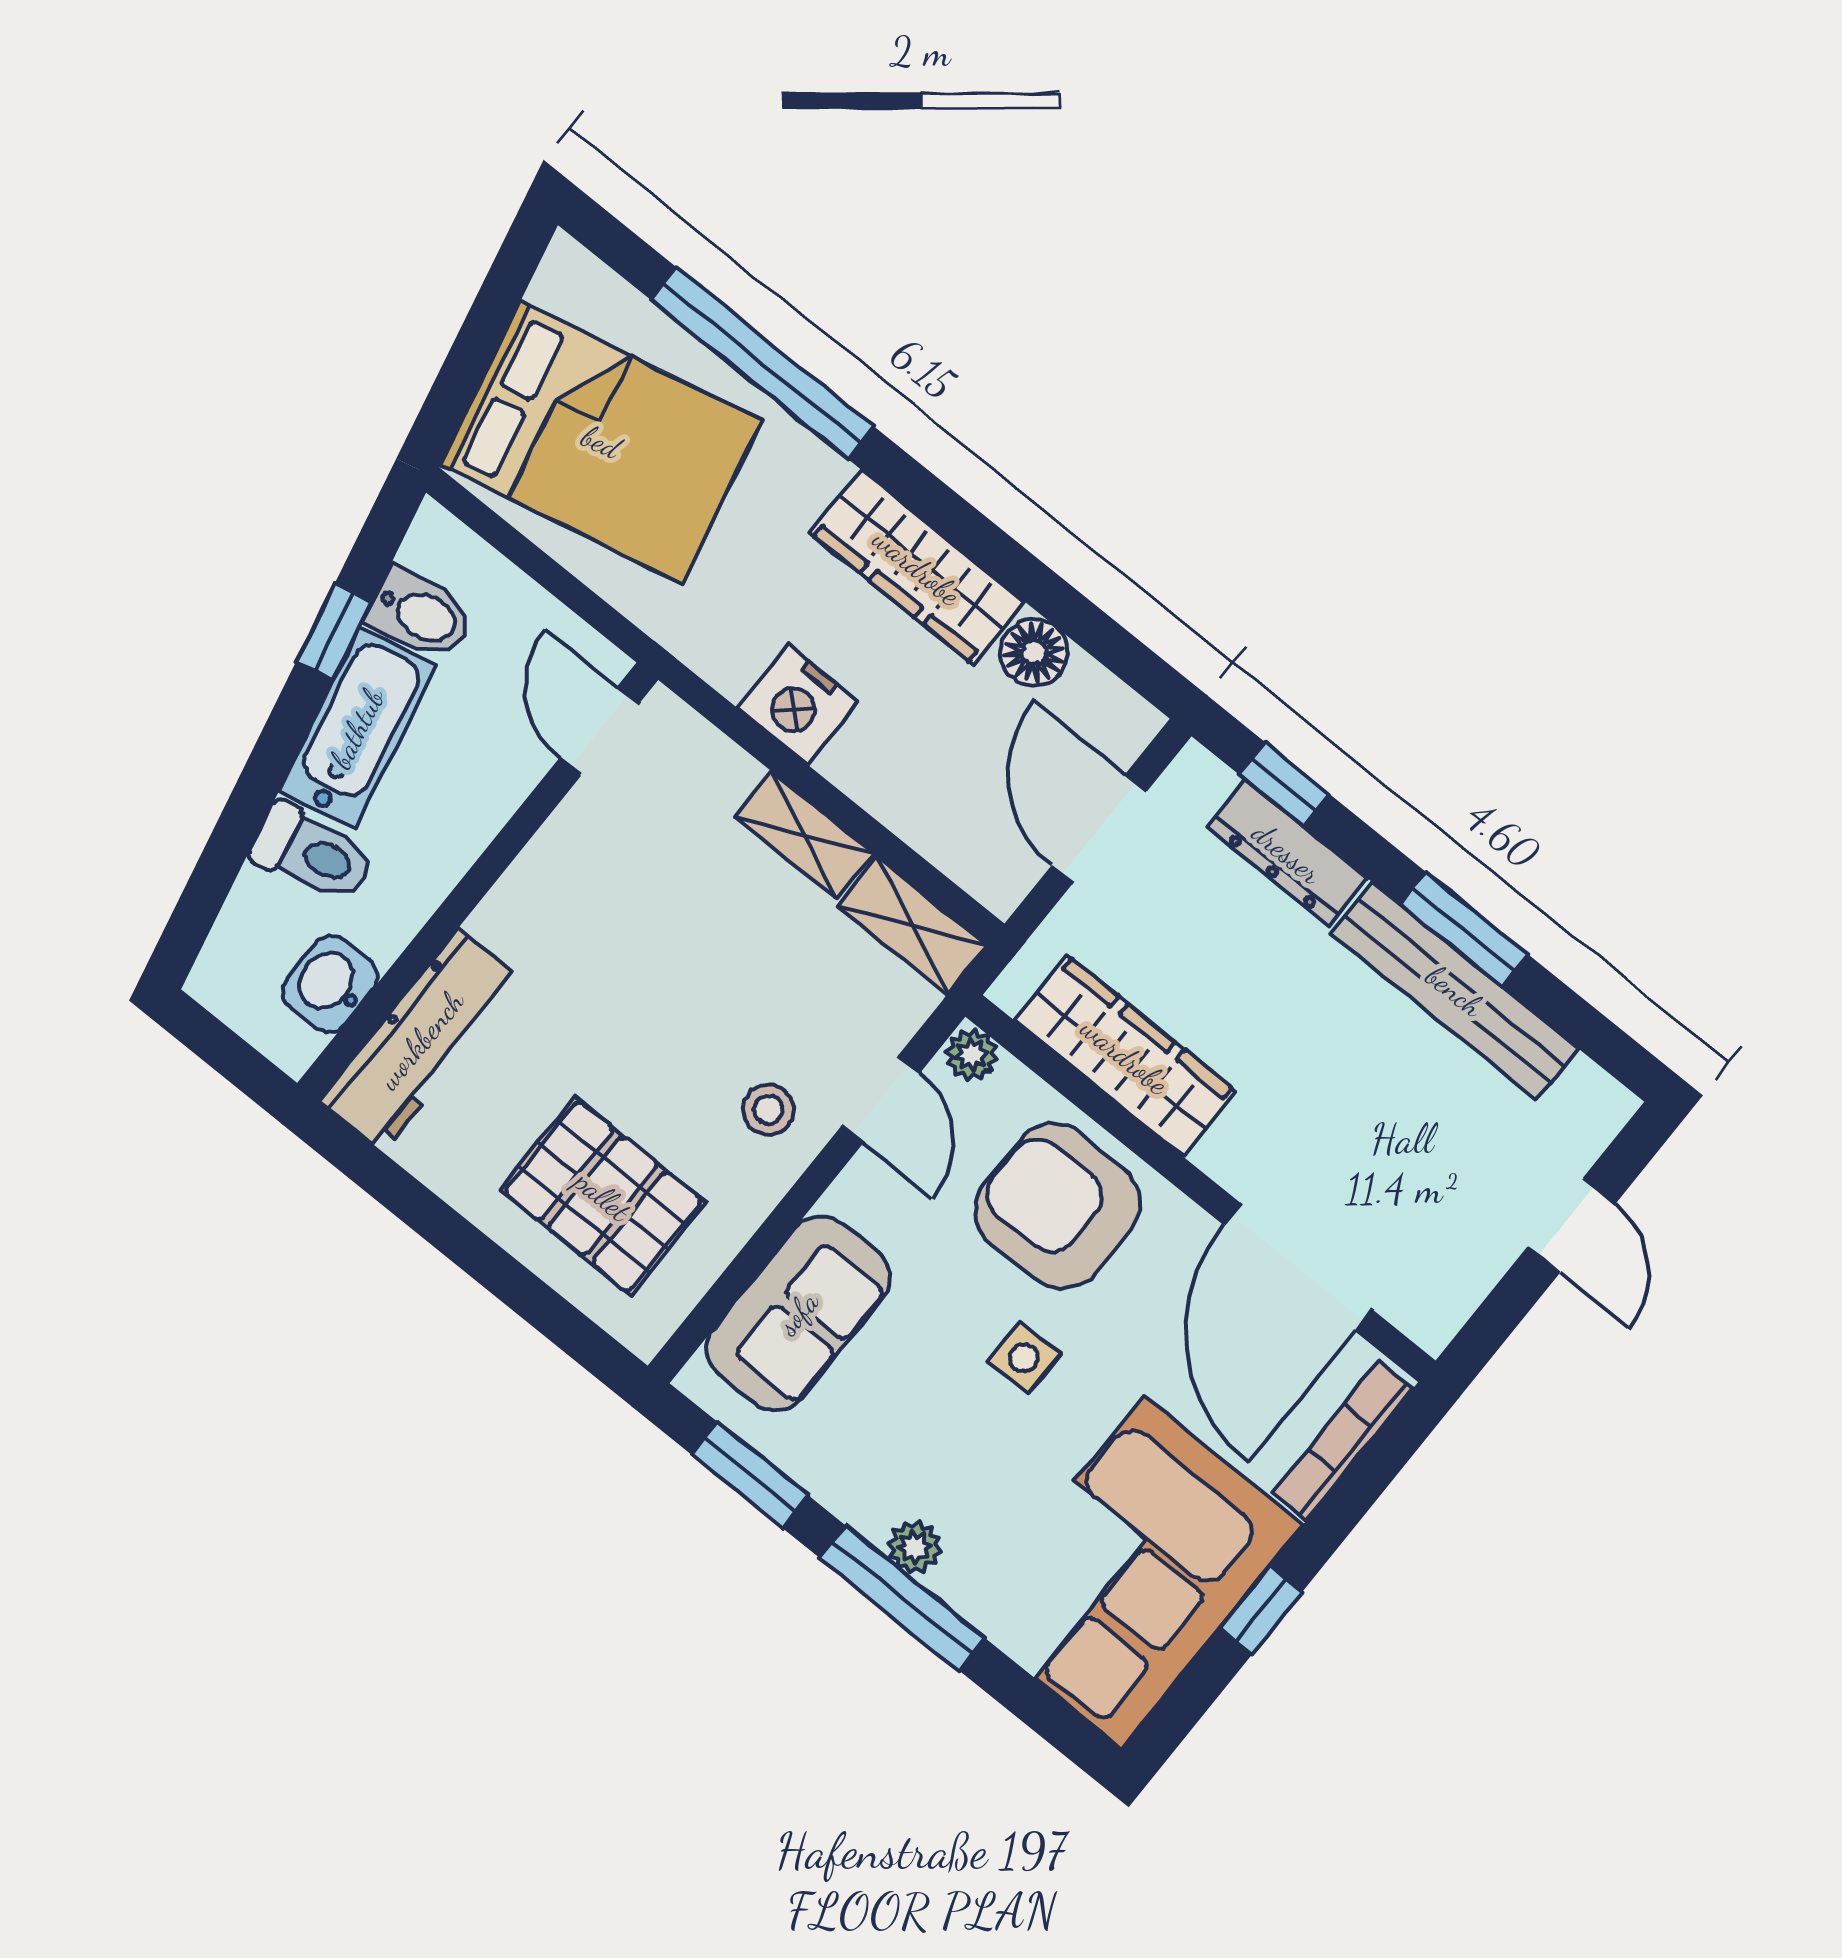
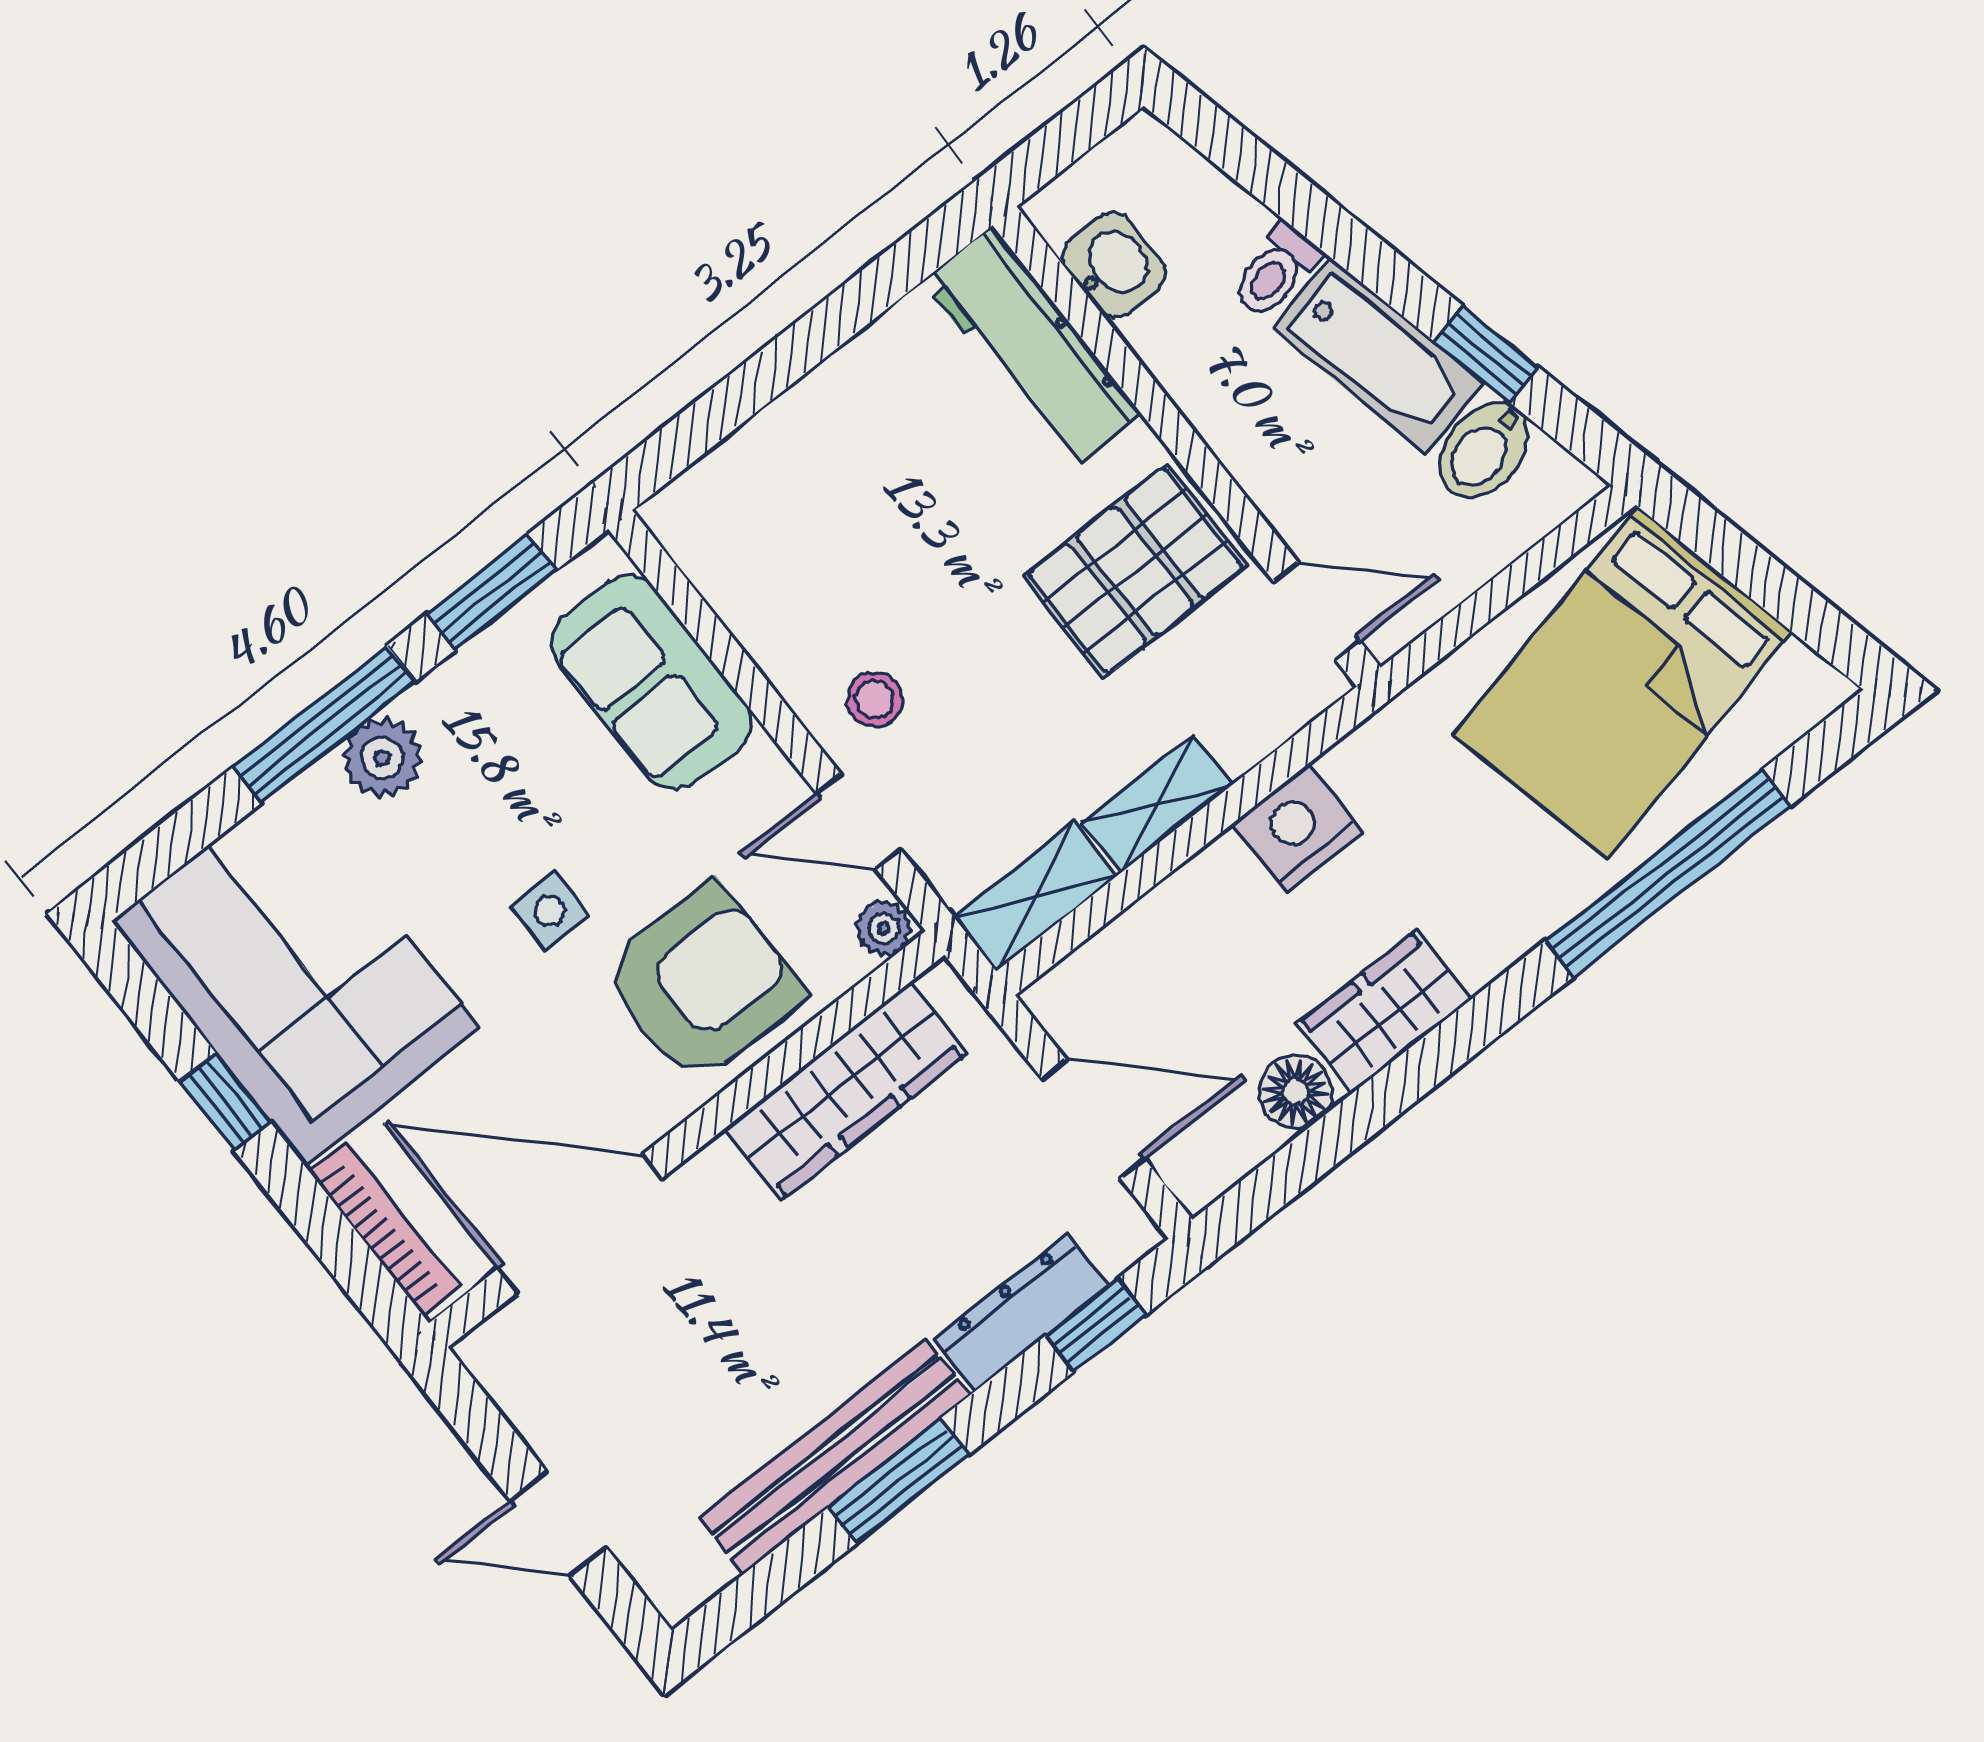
wardrobe: (917, 567) -> (1384, 1012), width x0.67
toilet: (313, 853) -> (1276, 271), width x0.73, depth x0.72
pallet: (603, 1196) -> (1135, 571), moved
plant: (914, 1547) -> (382, 758), width x1.38, depth x1.38

